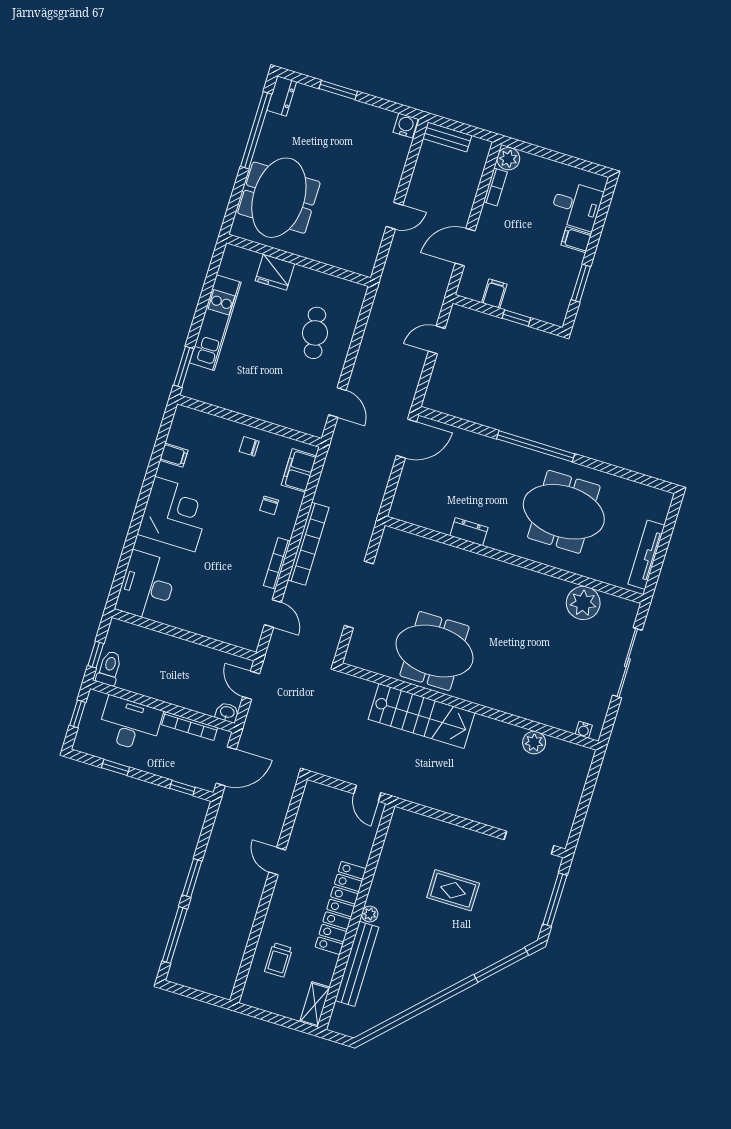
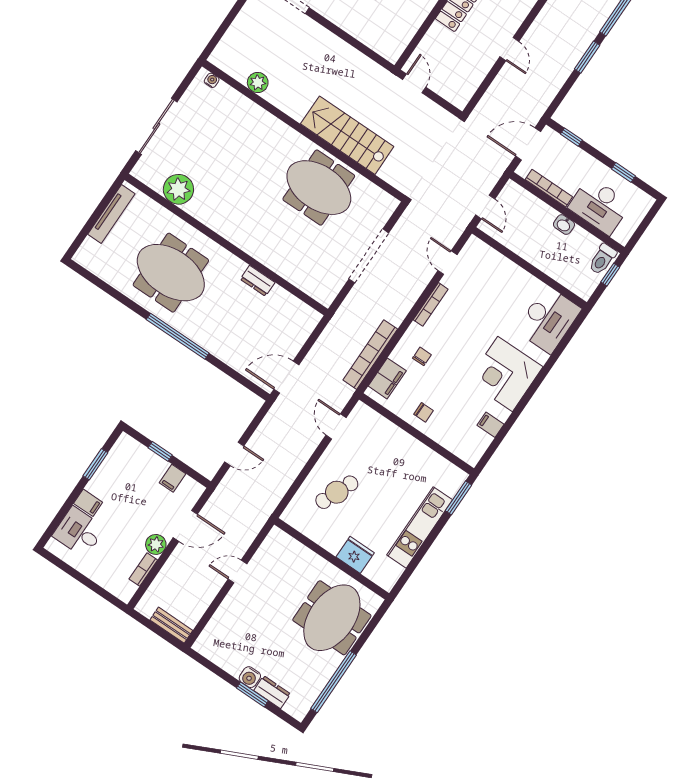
dresser: (282, 96) -> (272, 692), moved, turned 90
water cooler: (406, 126) -> (250, 677), moved
plant: (508, 159) -> (156, 544), moved
cafe table: (315, 333) -> (337, 492), turned 34
bookcase: (308, 544) -> (370, 355), moved
washbasin: (227, 712) -> (564, 225), moved
window: (78, 714) -> (642, 228), removed

